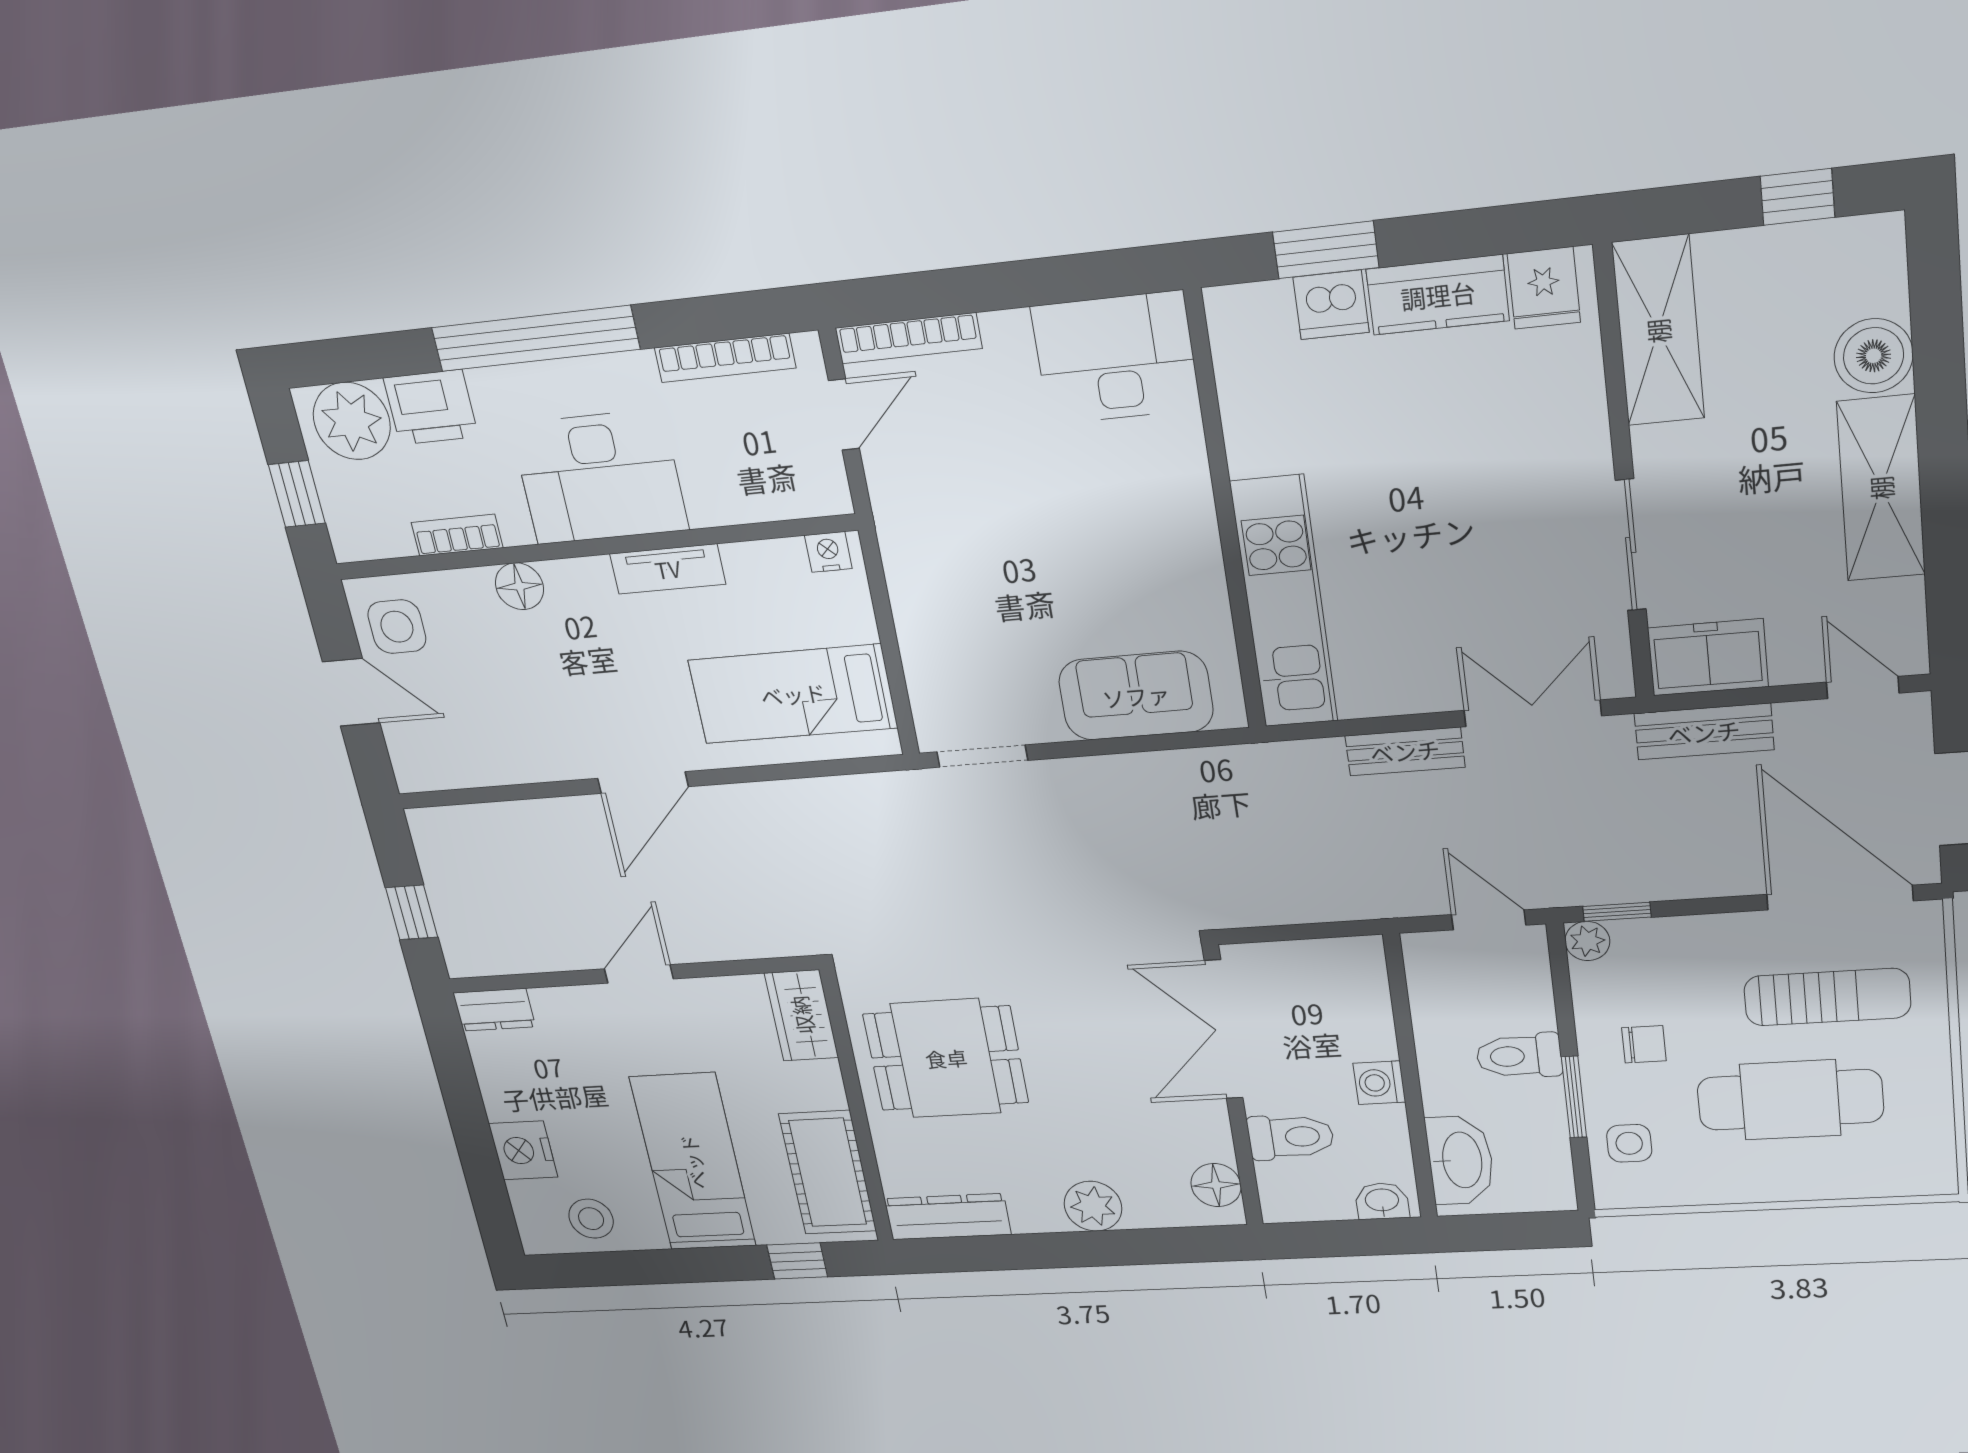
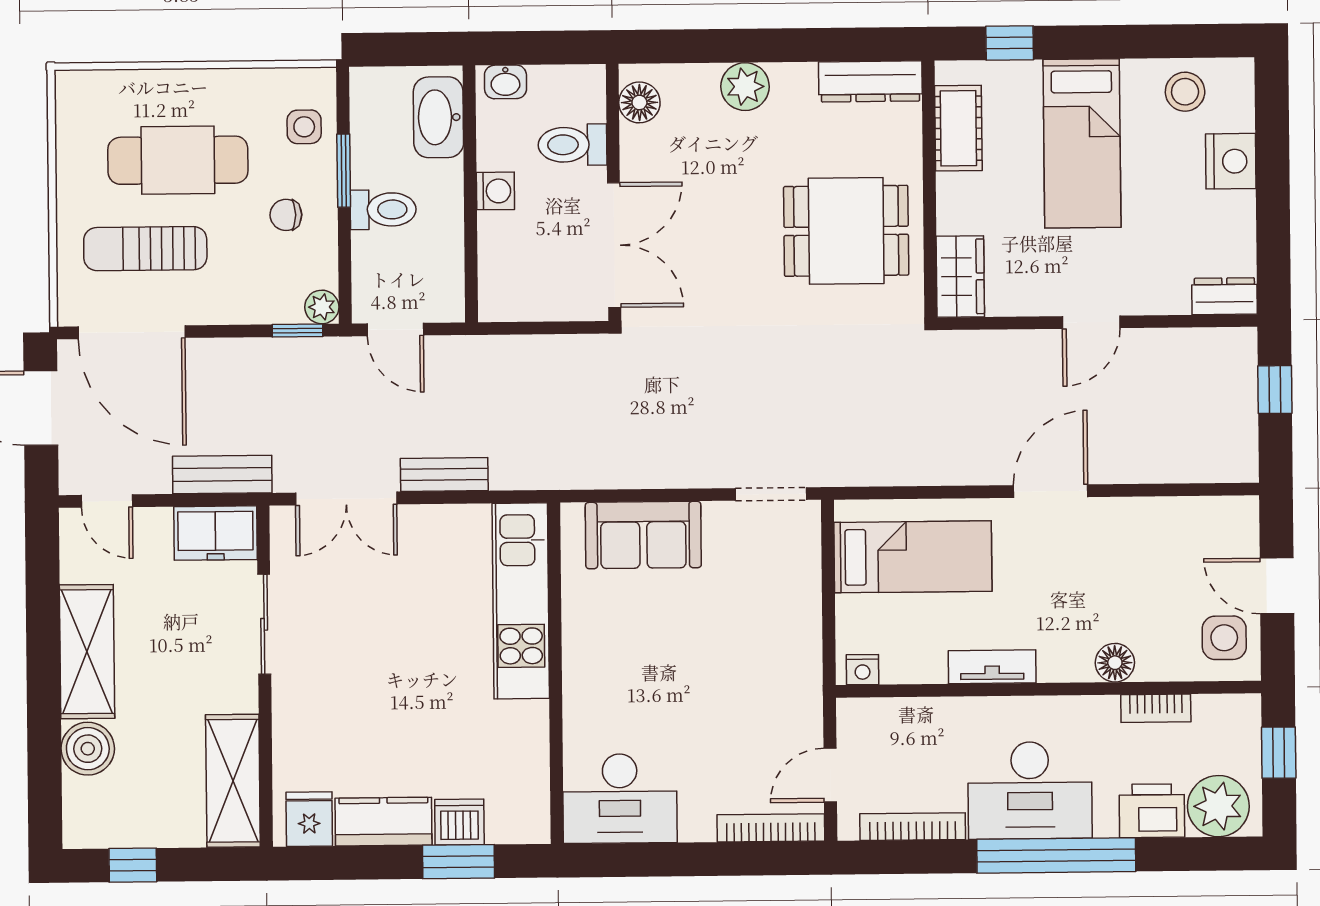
desk: (600, 477) -> (1030, 790), moved, turned 180
cot: (828, 1173) -> (958, 128), width x0.73, depth x0.75

